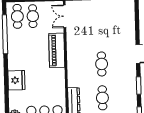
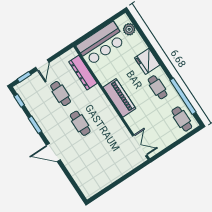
cafe table: (33, 16) -> (158, 87), moved
piano: (57, 50) -> (119, 98), moved

